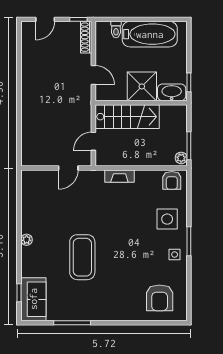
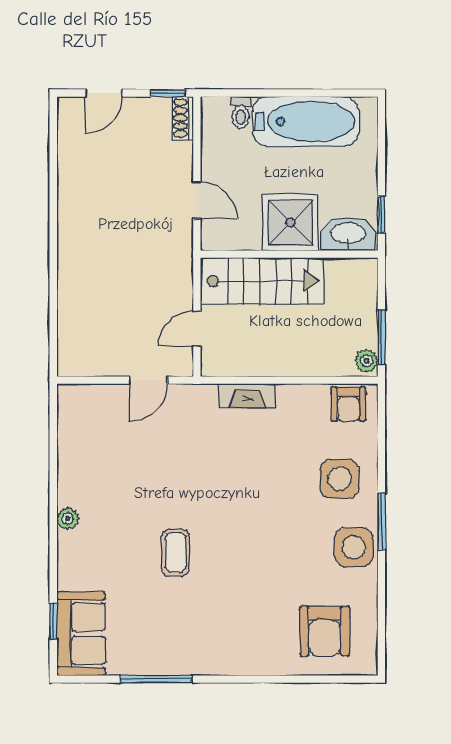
shoe rack: (86, 37) -> (183, 118), width x0.70
side table: (175, 255) -> (354, 547), width x1.87, depth x1.87
coffee table: (82, 257) -> (176, 552), width x0.54, depth x0.58

